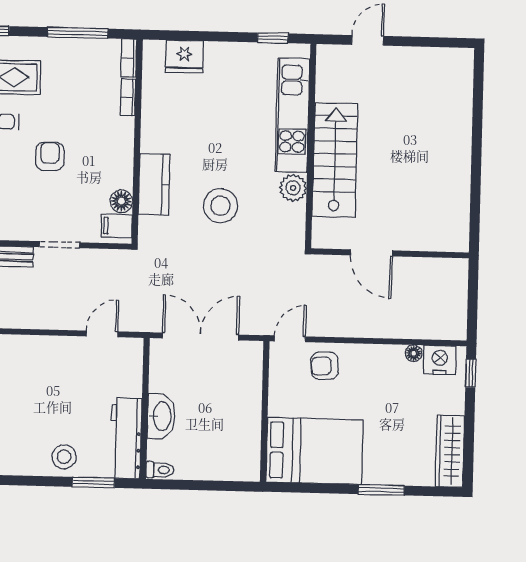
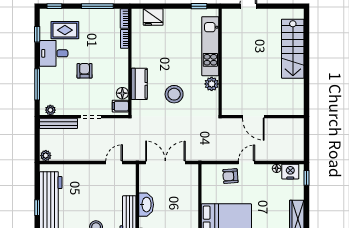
stairs: (335, 160) -> (293, 49), moved, turned 180
door: (290, 339) -> (247, 163), moved

